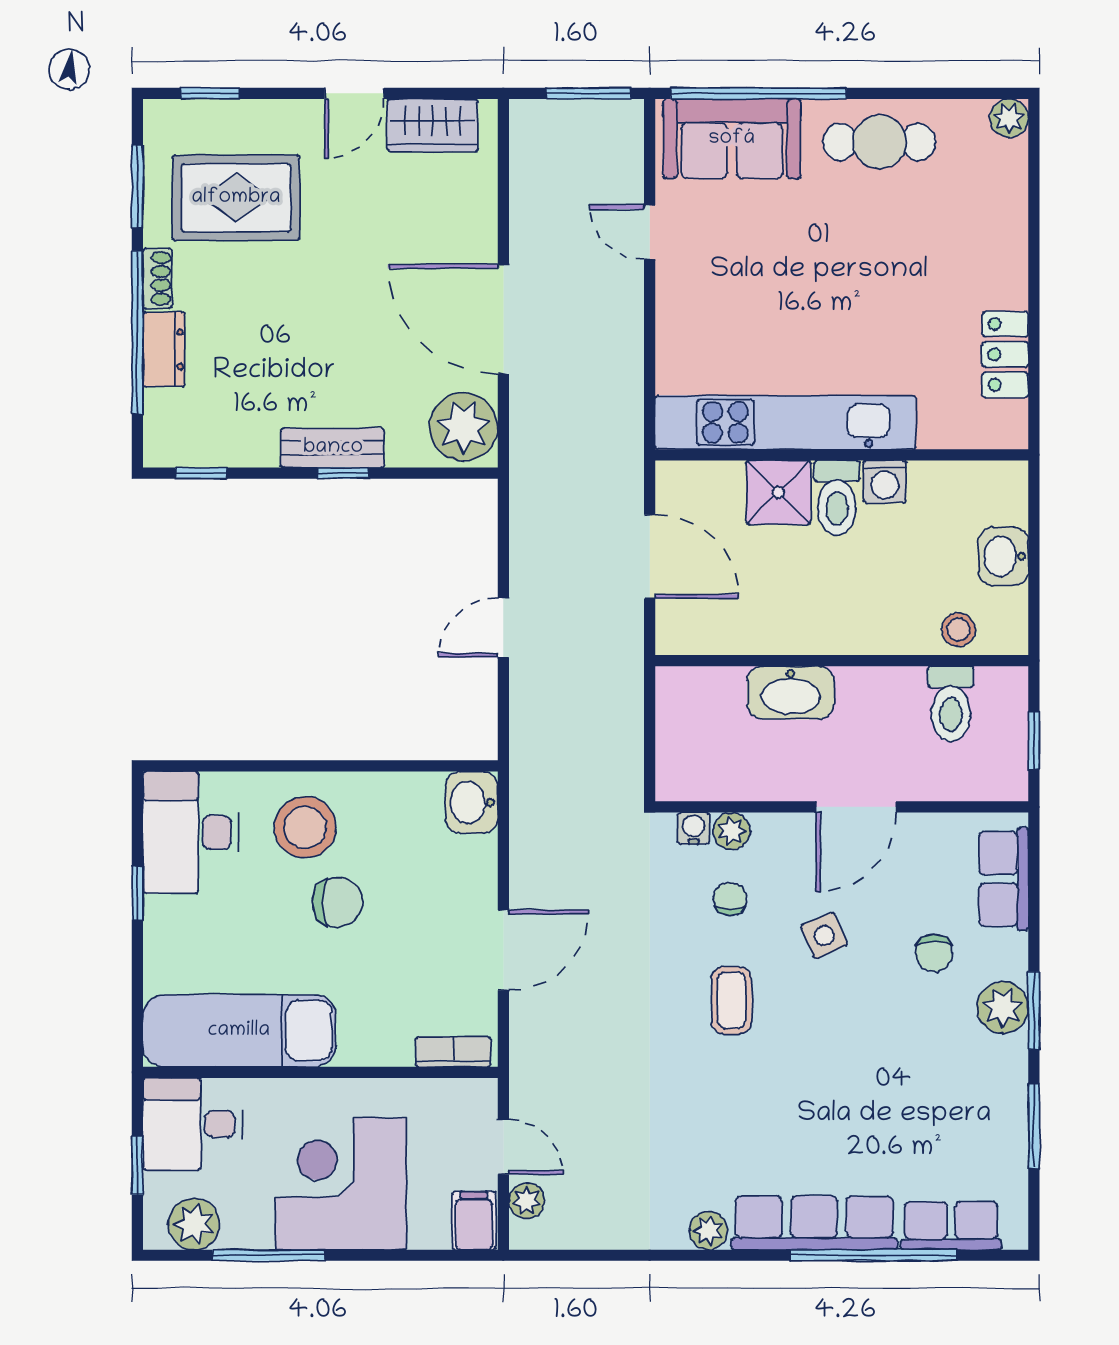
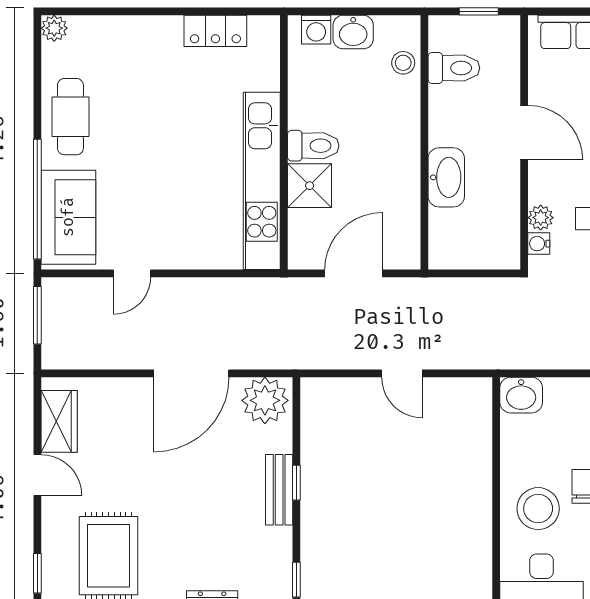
washing machine: (885, 482) -> (316, 30), moved, turned 90

